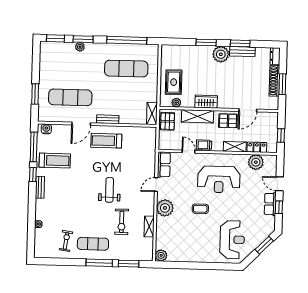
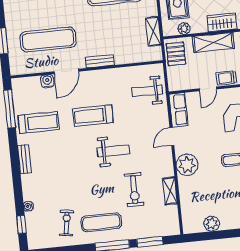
shelving: (152, 114) -> (153, 31), moved
water cooler: (46, 129) -> (47, 81), moved
treadmill: (106, 141) -> (93, 116), moved
weight bench: (141, 147) -> (147, 91), added
door: (189, 152) -> (208, 89), swing flipped
window: (33, 175) -> (21, 224), moved
weight bench: (109, 190) -> (113, 151), turned 90
plant: (161, 255) -> (212, 224), moved

